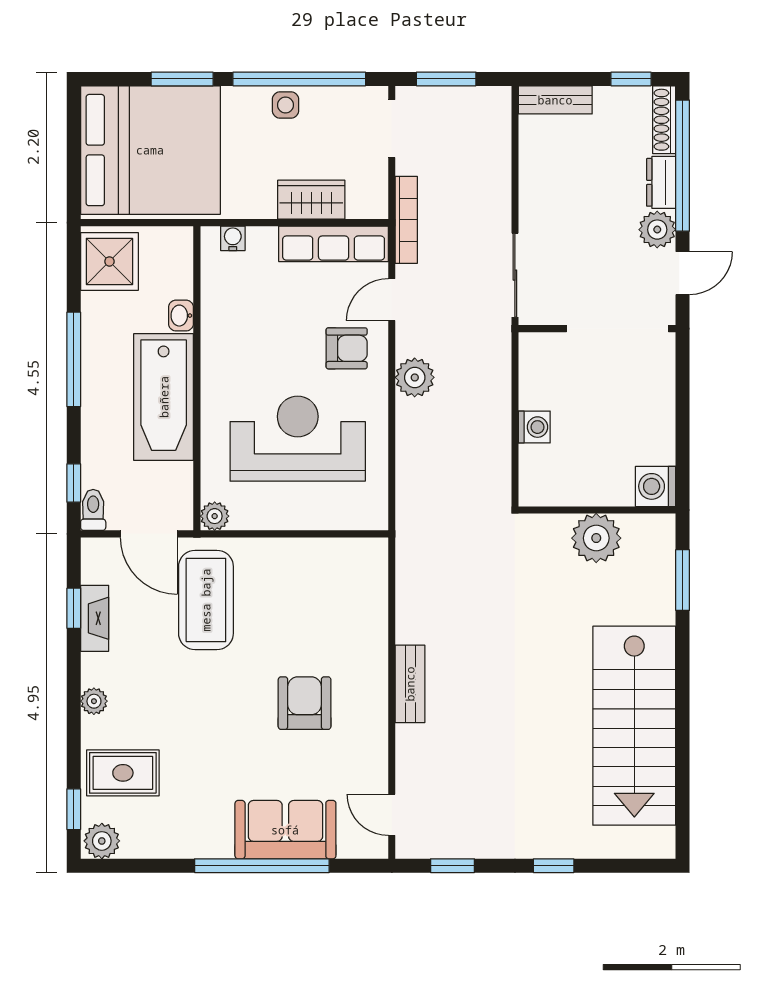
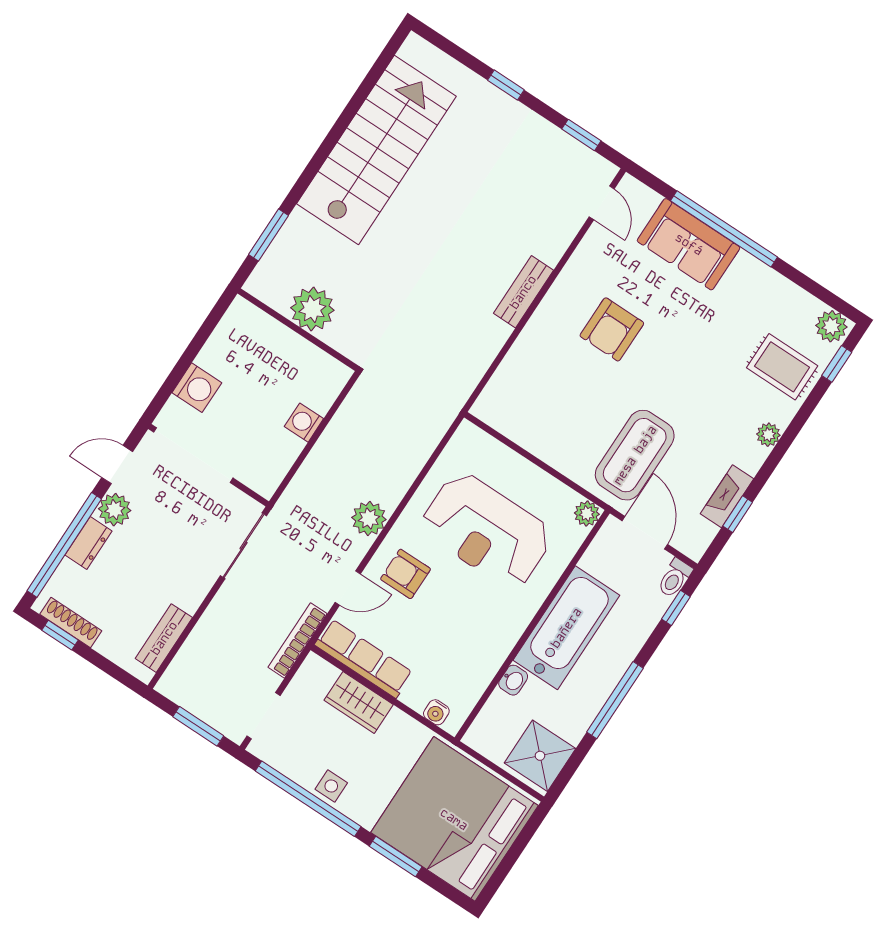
bench: (555, 100) -> (164, 638), moved, turned 90
shoe rack: (664, 120) -> (71, 622), moved, turned -90
washing machine: (656, 486) -> (197, 388), moved

